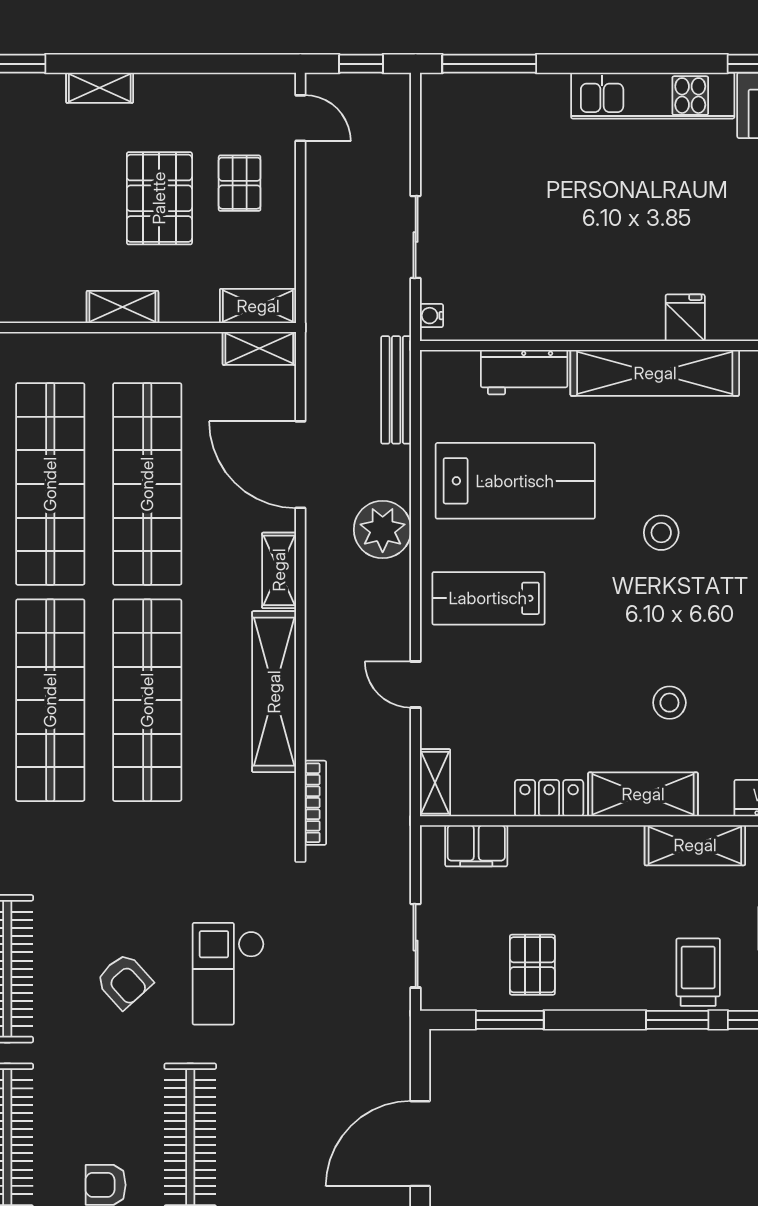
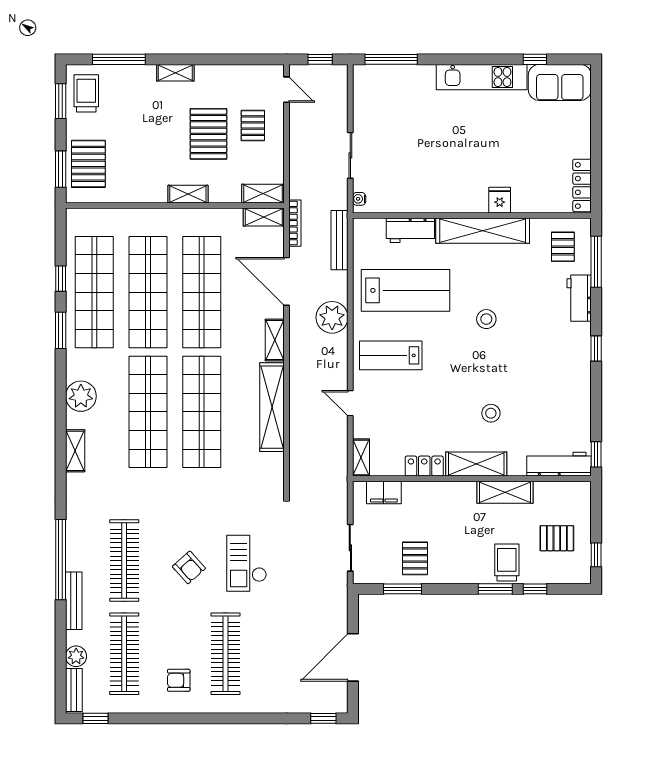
bookcase: (315, 803) -> (295, 223), moved

